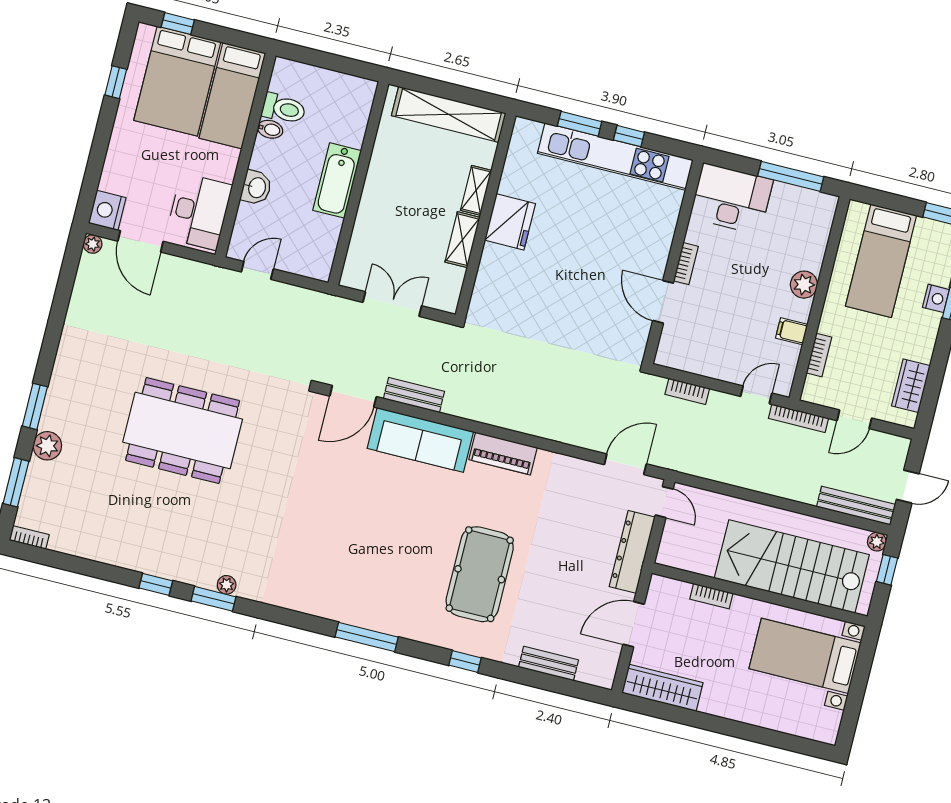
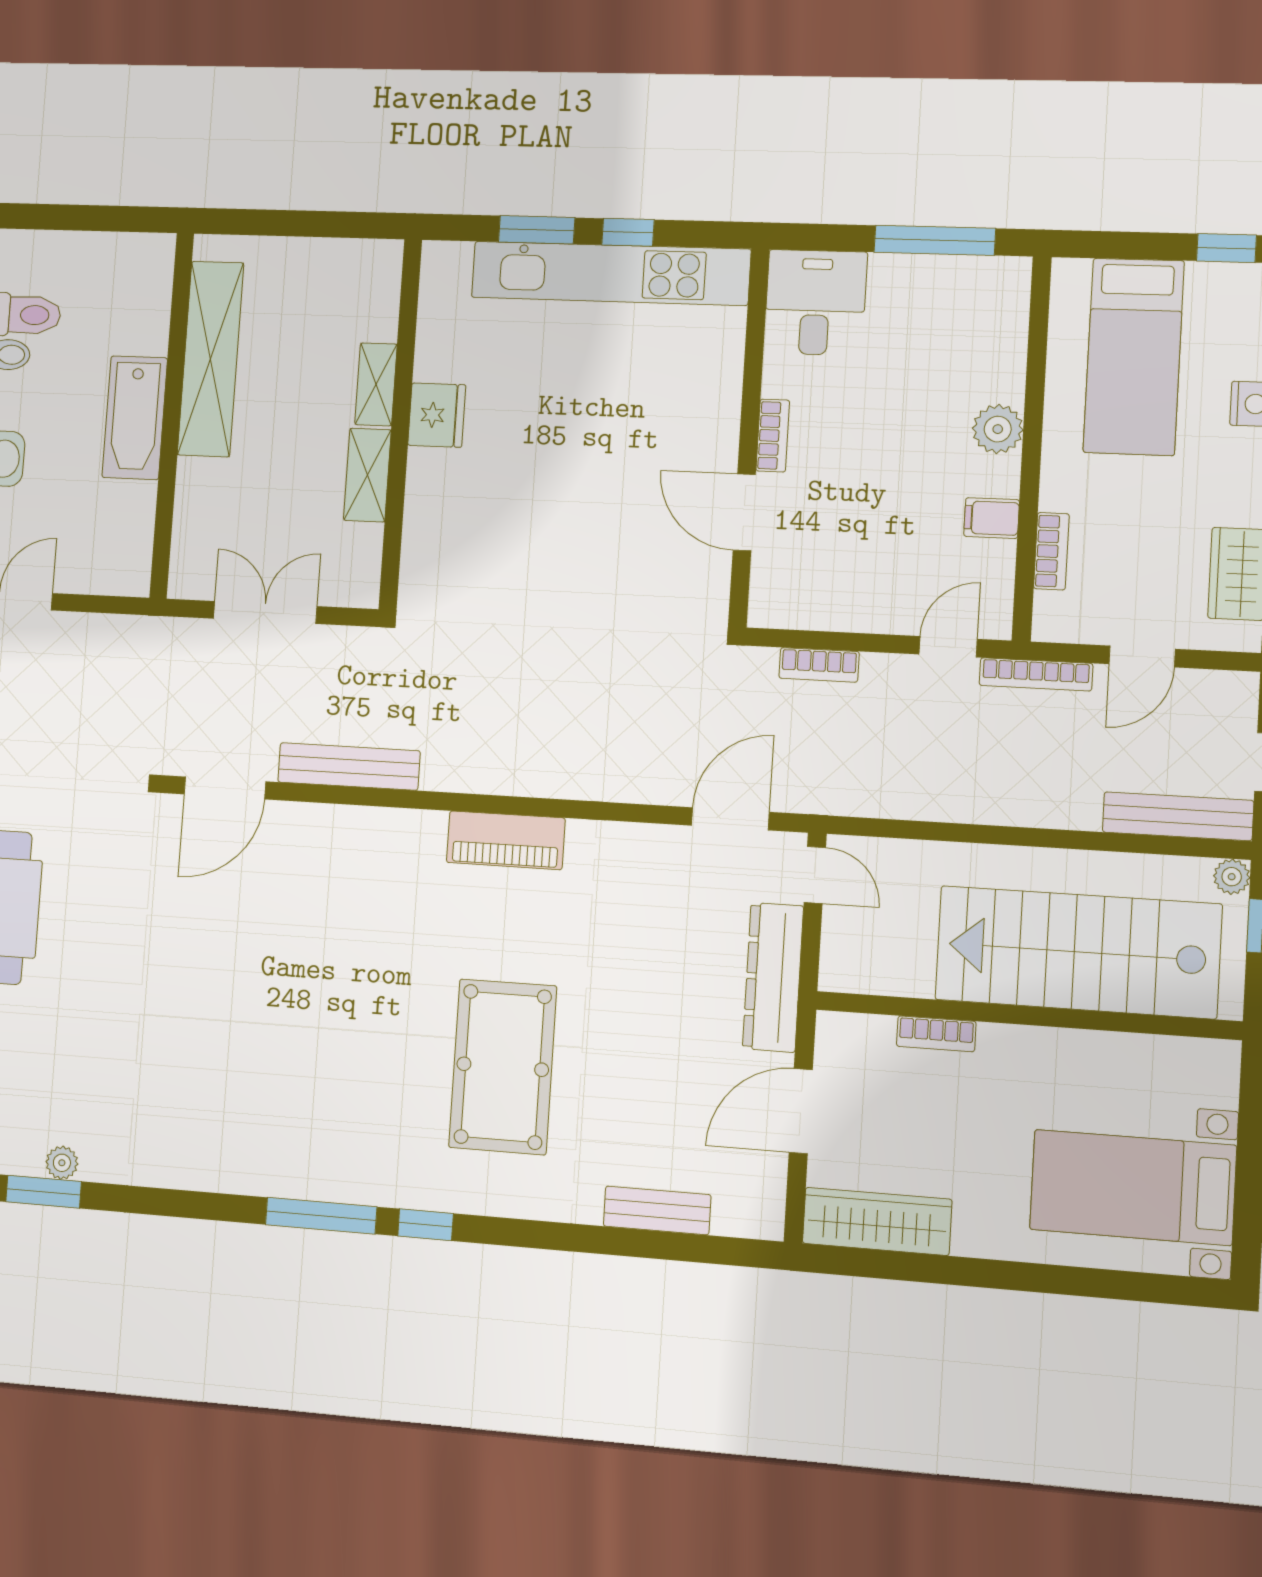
shelving: (449, 114) -> (211, 359), moved, turned 90
desk: (731, 199) -> (815, 303), width x0.73
fridge: (510, 222) -> (437, 415), width x0.73, depth x0.75
bench: (414, 395) -> (349, 766), width x1.36
sofa: (420, 440) -> (355, 843), removed
bed with nightstands: (805, 656) -> (1133, 1187), moved
window: (465, 662) -> (426, 1225), moved

